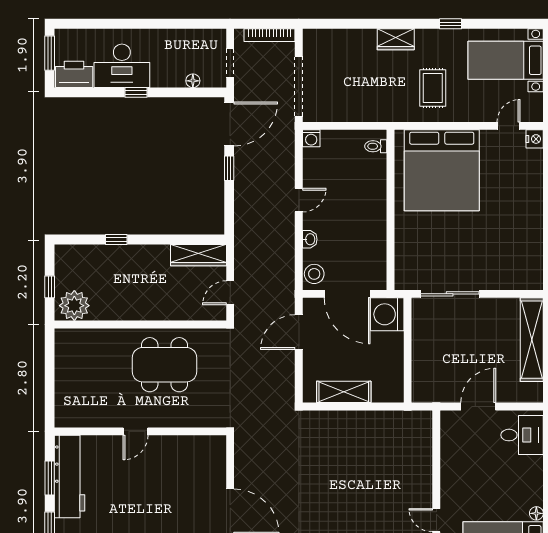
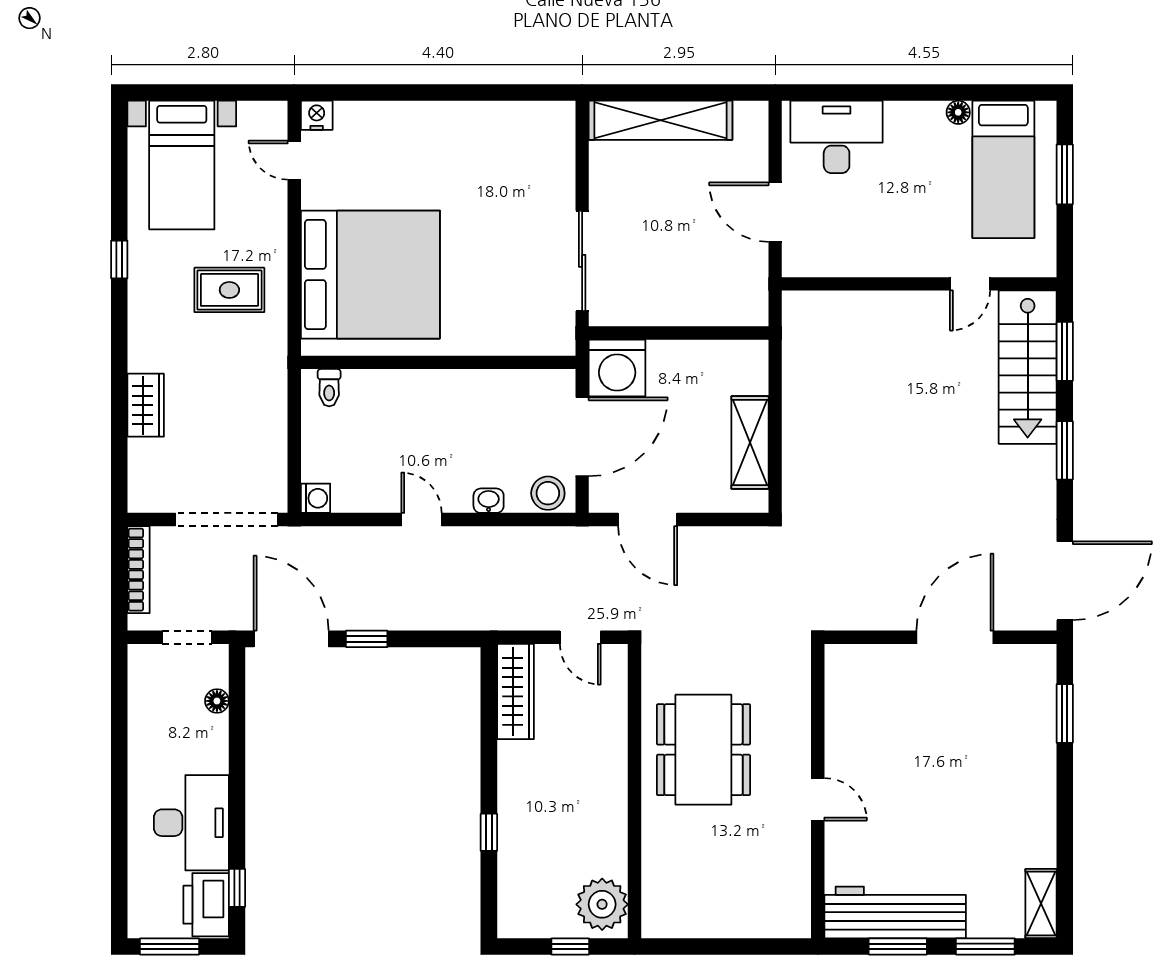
wardrobe: (396, 39) -> (146, 405), moved
window: (136, 92) -> (237, 888), moved
desk: (522, 435) -> (837, 137), width x1.37

